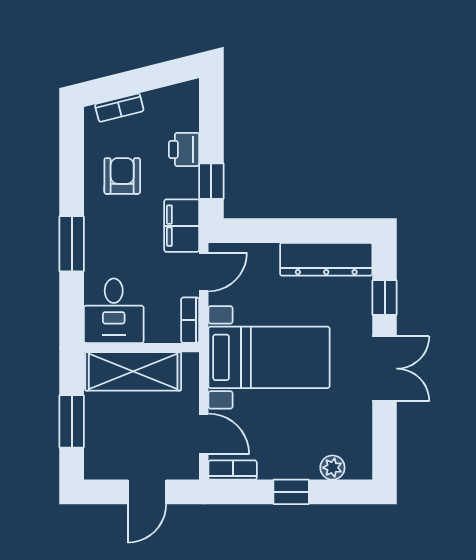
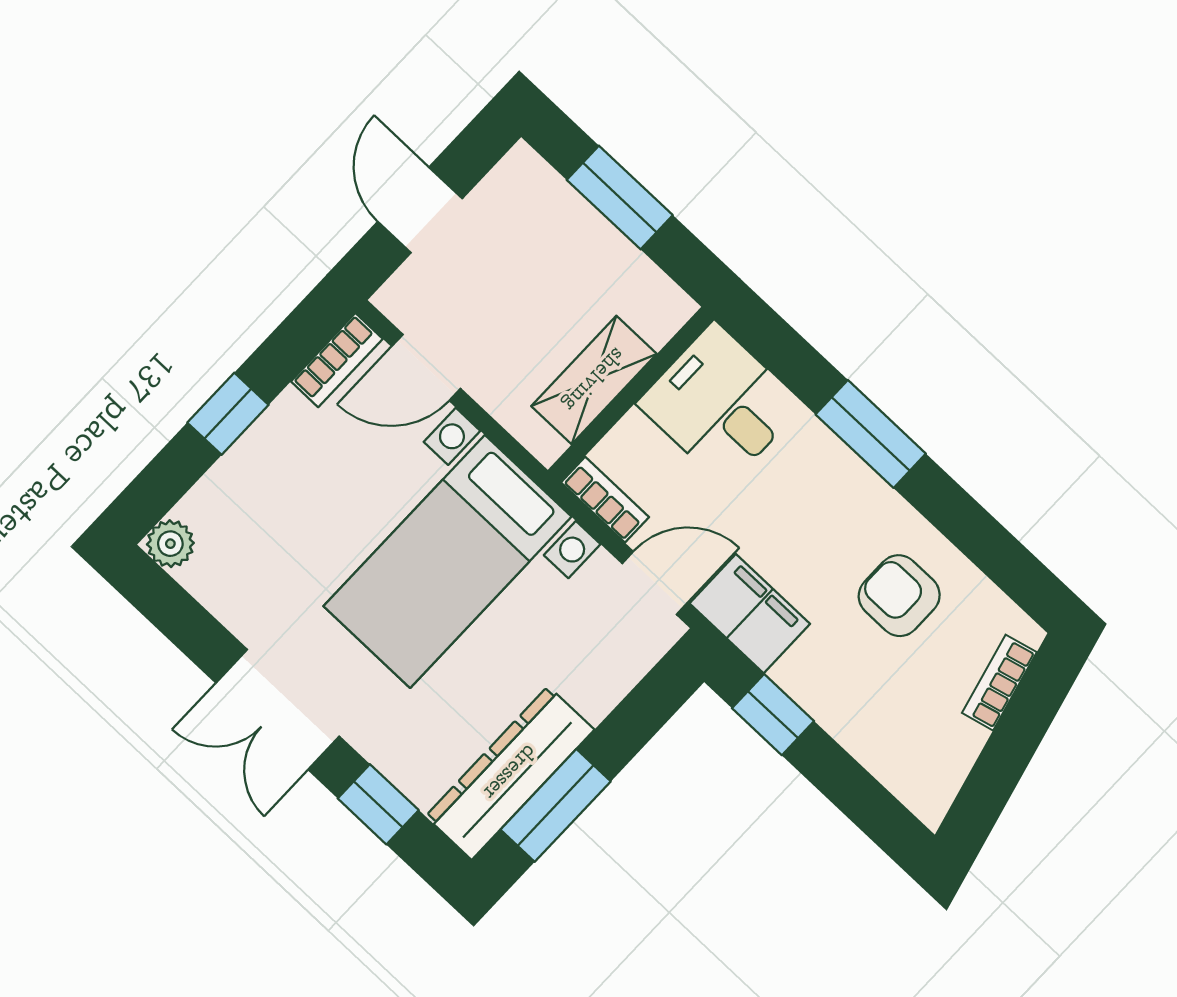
printer: (184, 149) -> (854, 718), removed
armchair: (122, 176) -> (899, 596), turned 180
window: (322, 231) -> (556, 805), added
door: (204, 272) -> (655, 583), swing flipped
shelving: (133, 371) -> (594, 380), width x0.67, depth x0.75
plant: (332, 468) -> (170, 544), moved

